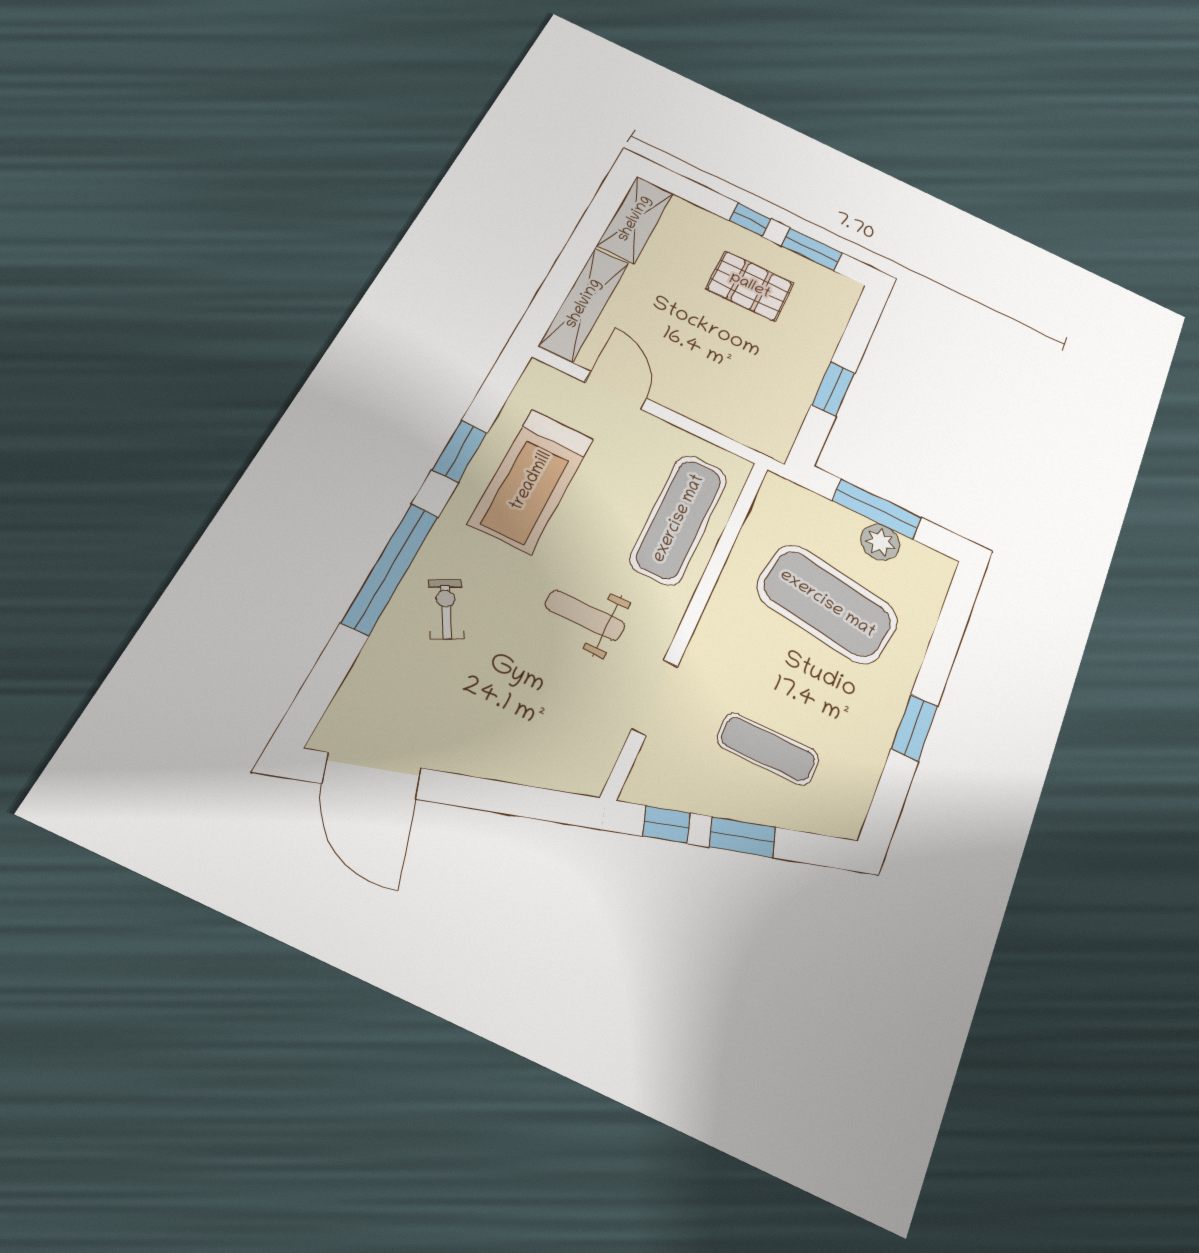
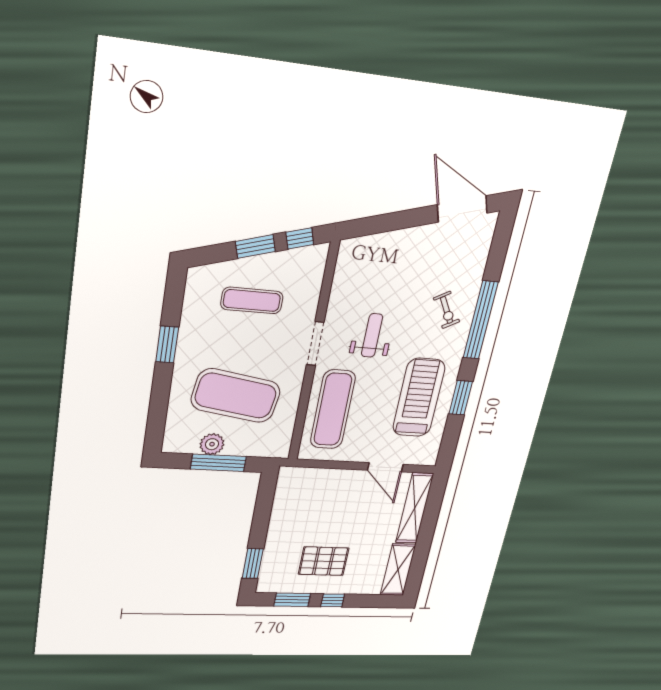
window: (833, 389) -> (253, 563), moved
weight bench: (585, 615) -> (372, 335), turned -90
doorway: (655, 698) -> (315, 344), moved

